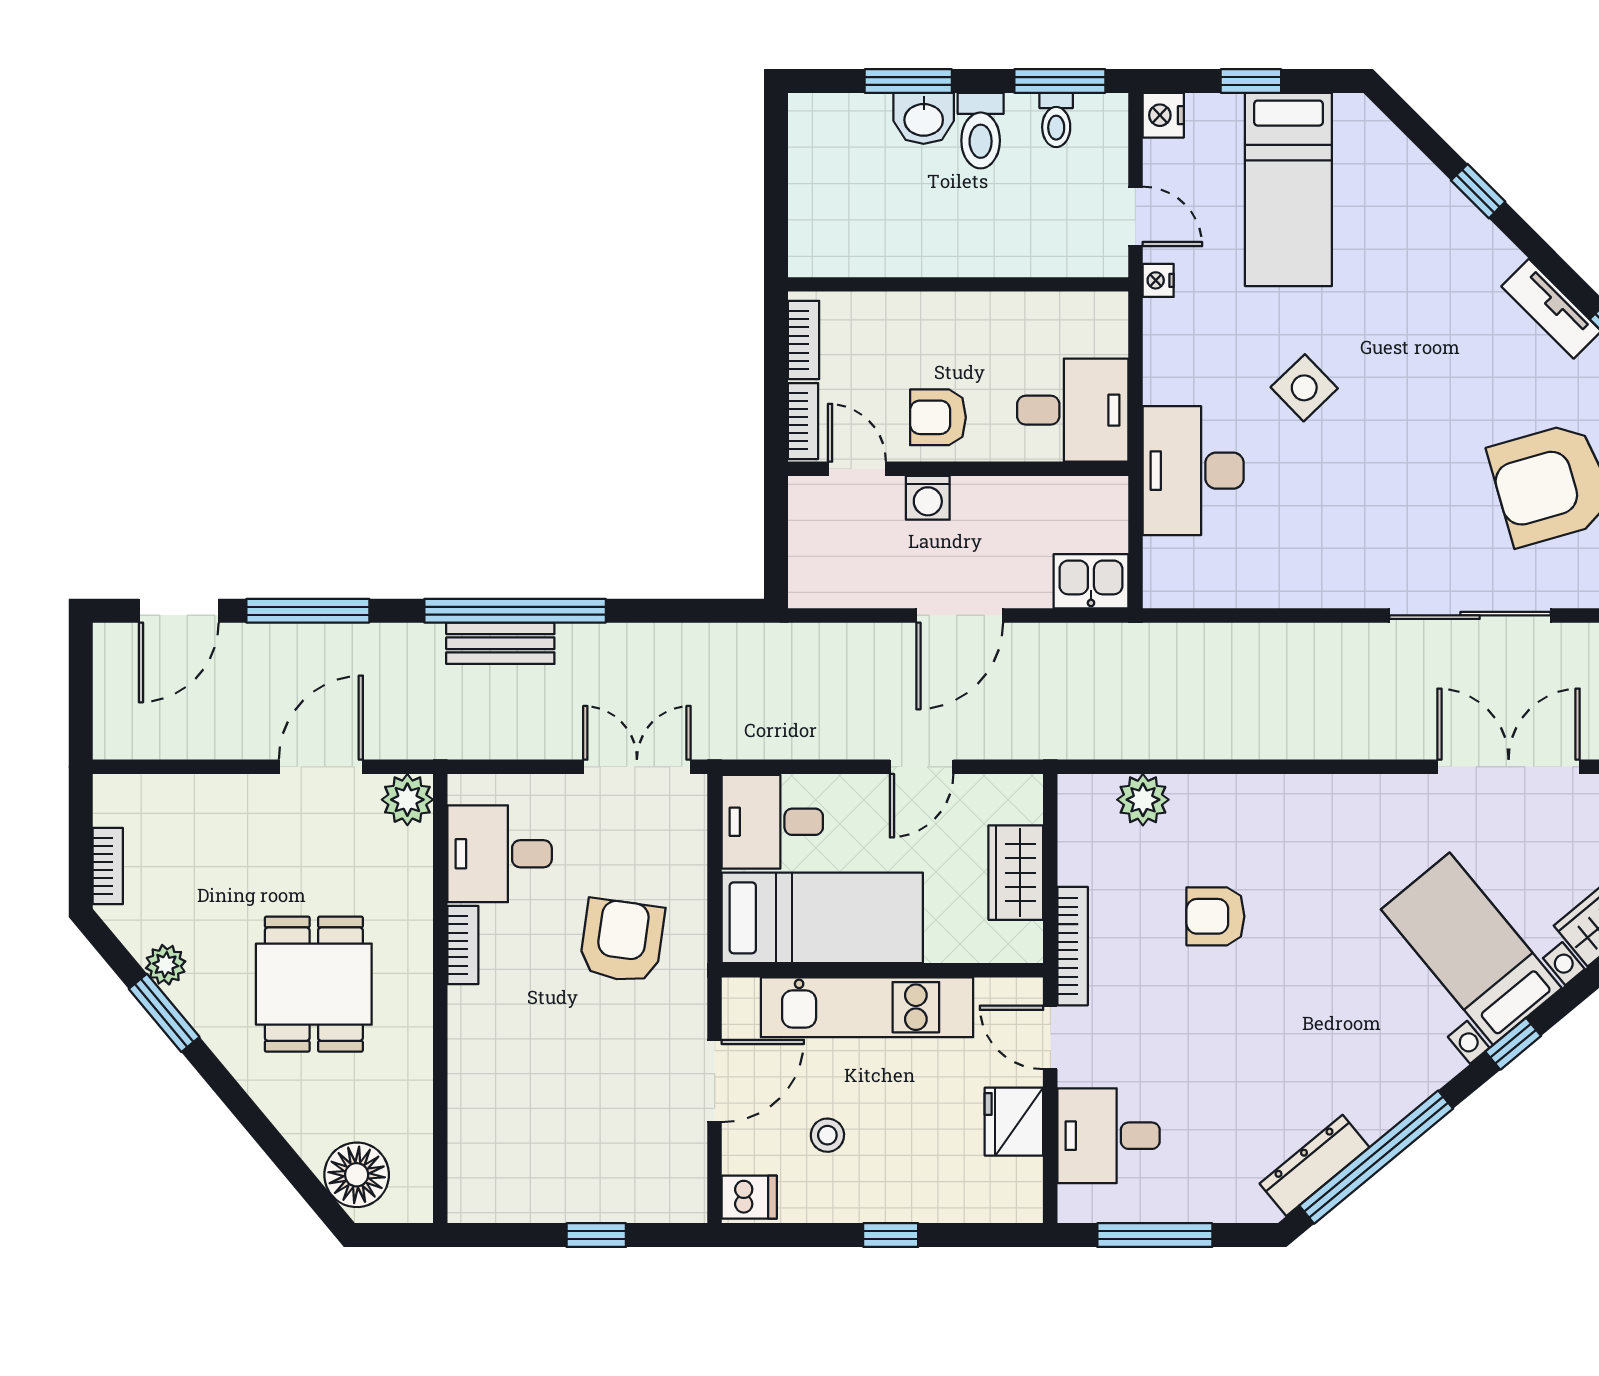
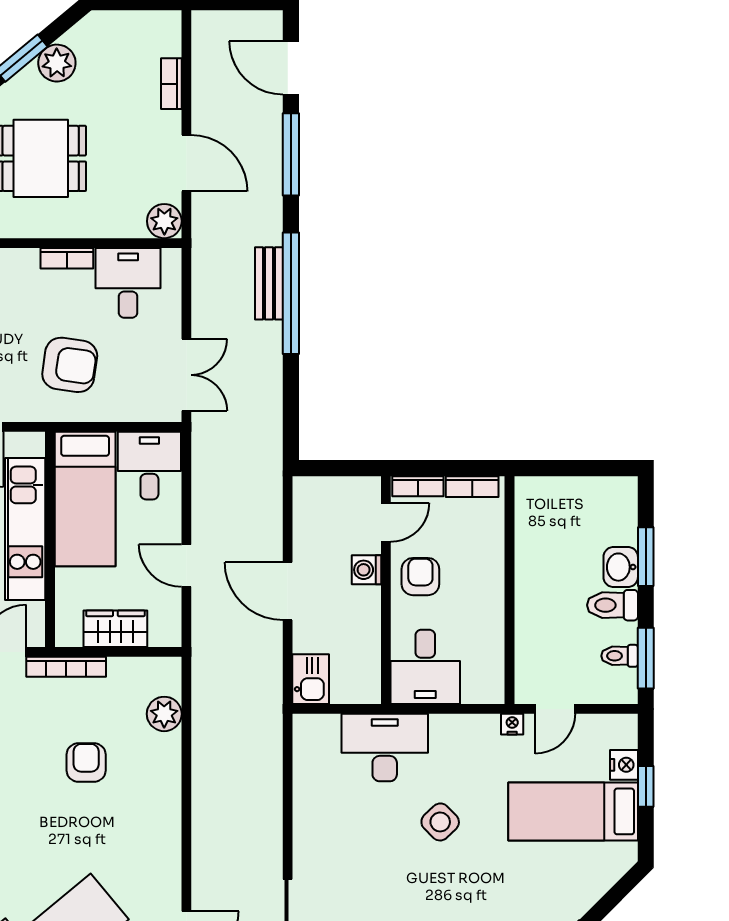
nightstand: (1163, 115) -> (624, 765), moved, turned 90
bookcase: (108, 866) -> (171, 84), moved, turned 90
plant: (166, 965) -> (57, 63), width x1.38, depth x1.38

